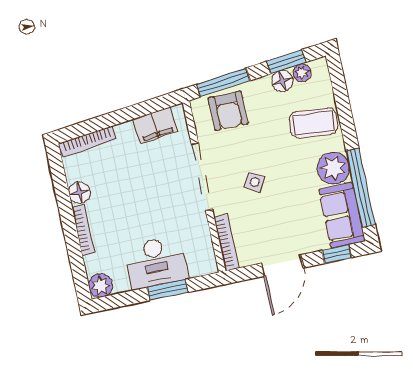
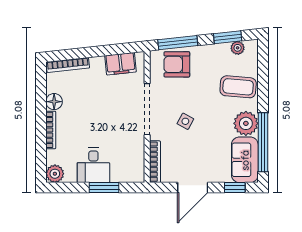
floor lamp: (282, 81) -> (222, 51), removed
armchair: (228, 111) -> (177, 64), turned 90
desk: (156, 262) -> (93, 165), width x0.73

